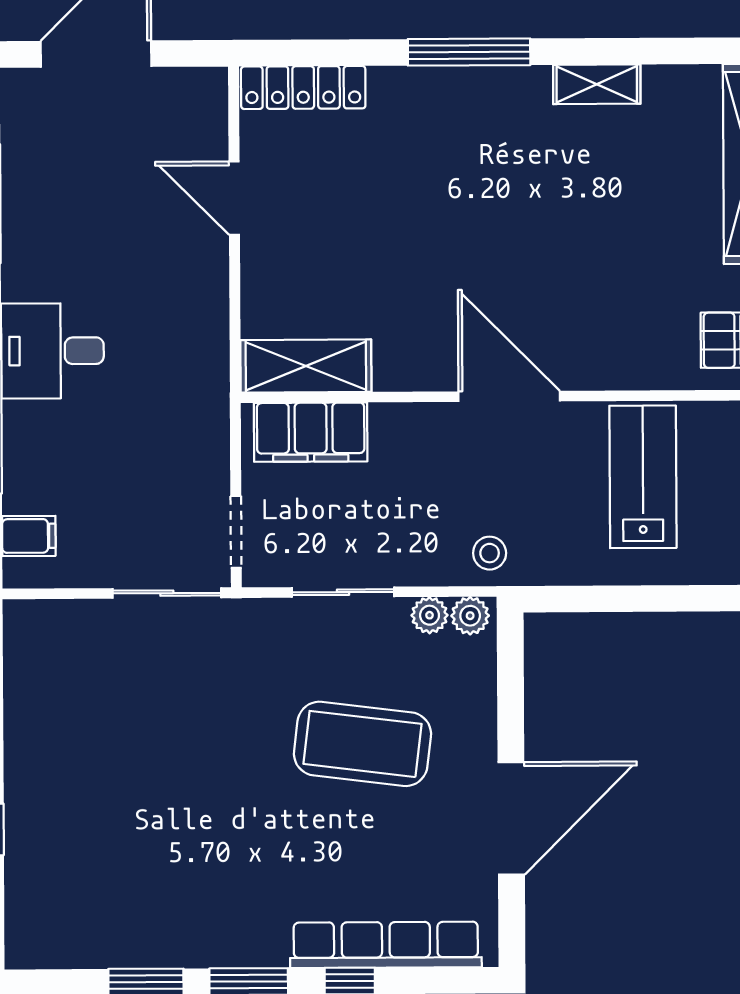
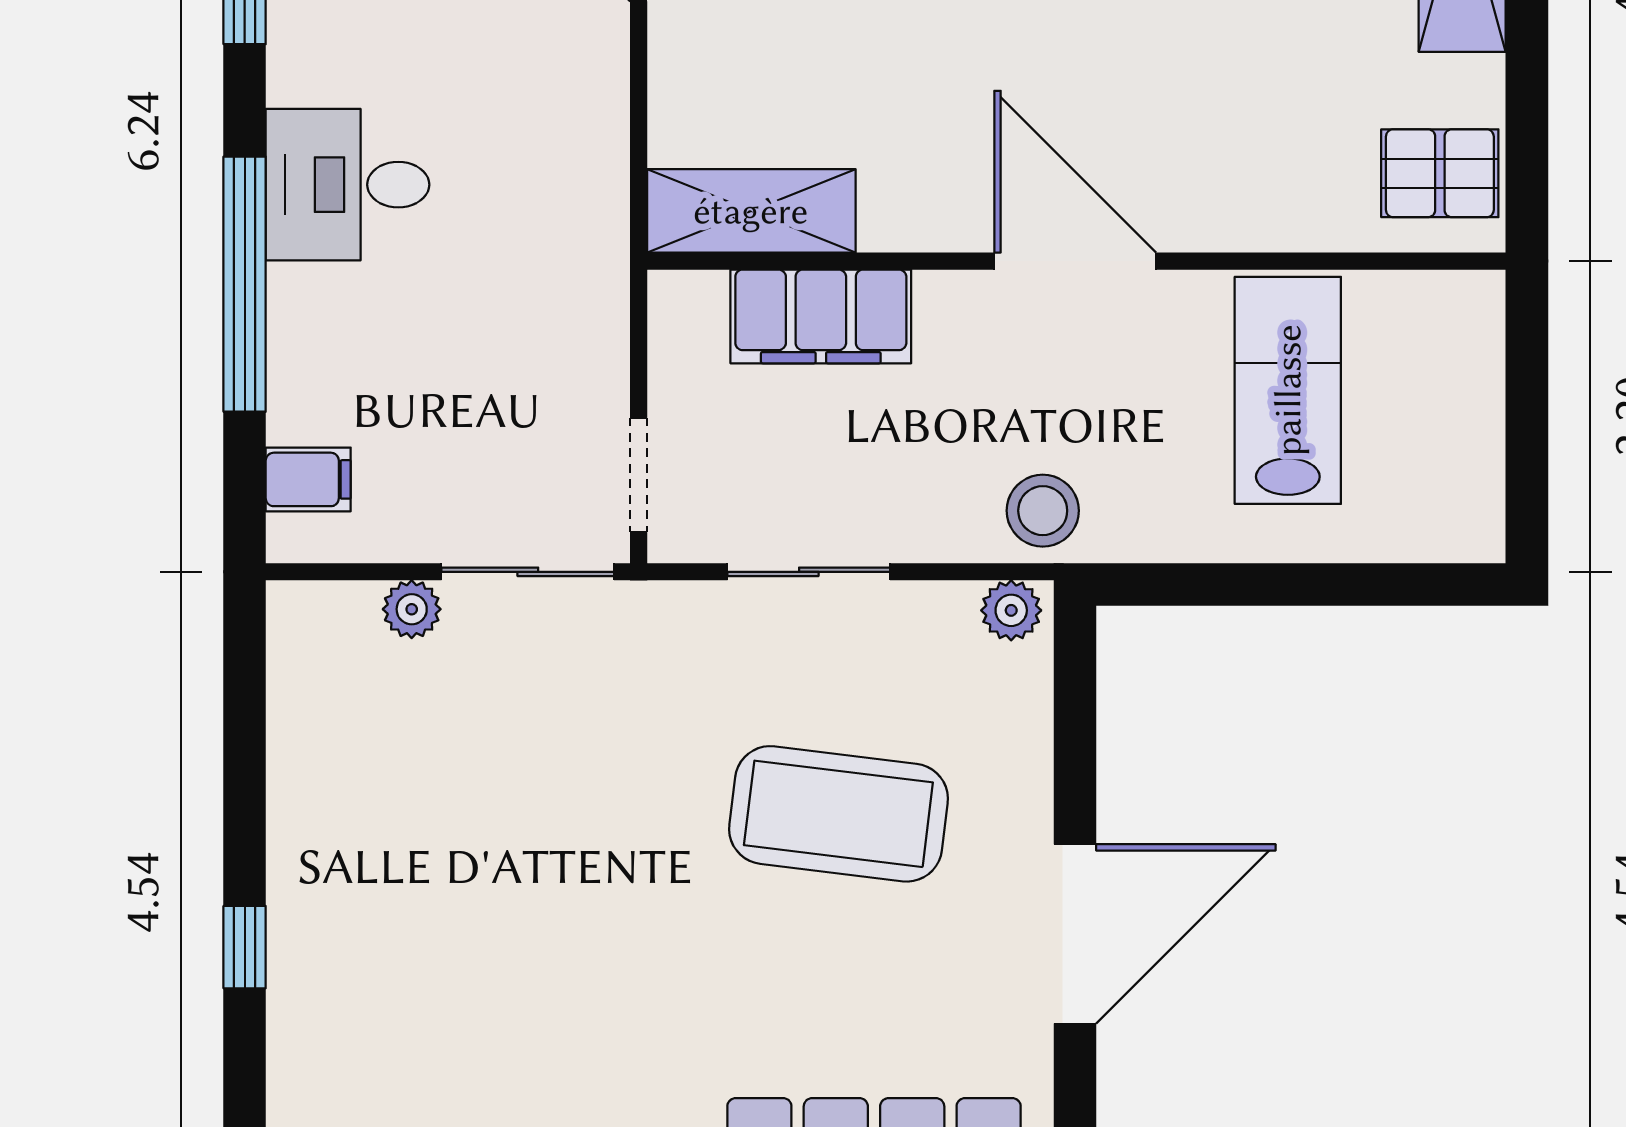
filing cabinet: (311, 432) -> (821, 316), moved
stool: (490, 553) -> (1043, 511), width x1.37, depth x1.37
plant: (430, 615) -> (412, 609), moved

